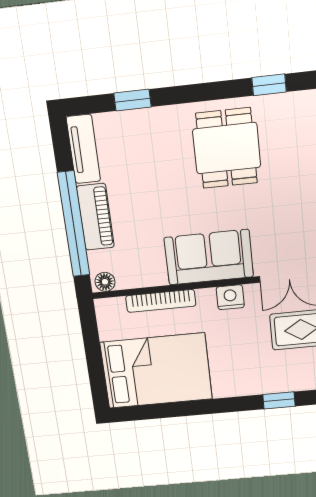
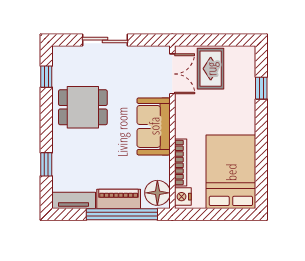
floor lamp: (105, 282) -> (157, 193), width x1.89, depth x1.89
nightstand: (230, 297) -> (183, 197), moved

